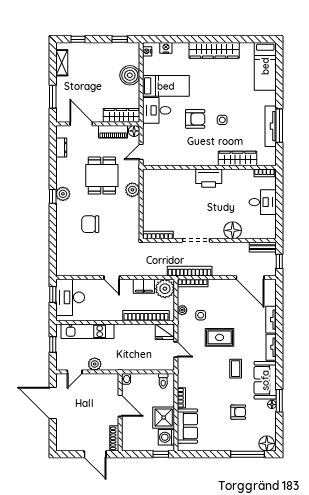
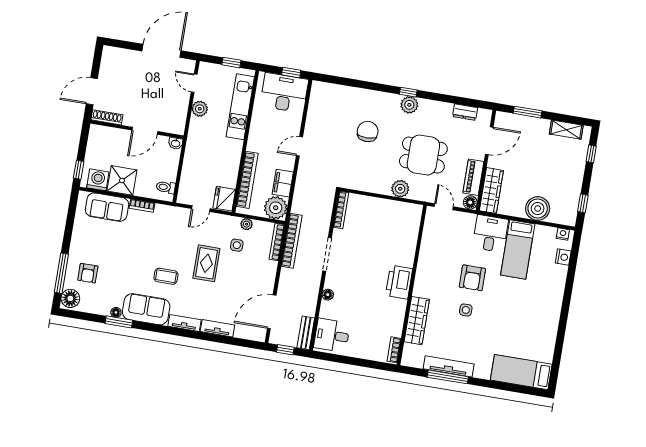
wardrobe: (214, 50) -> (551, 314), removed
desk: (263, 202) -> (332, 335), moved, turned 90
floor lamp: (233, 230) -> (328, 295), width x0.53, depth x0.53
armchair: (238, 412) -> (88, 273), moved

